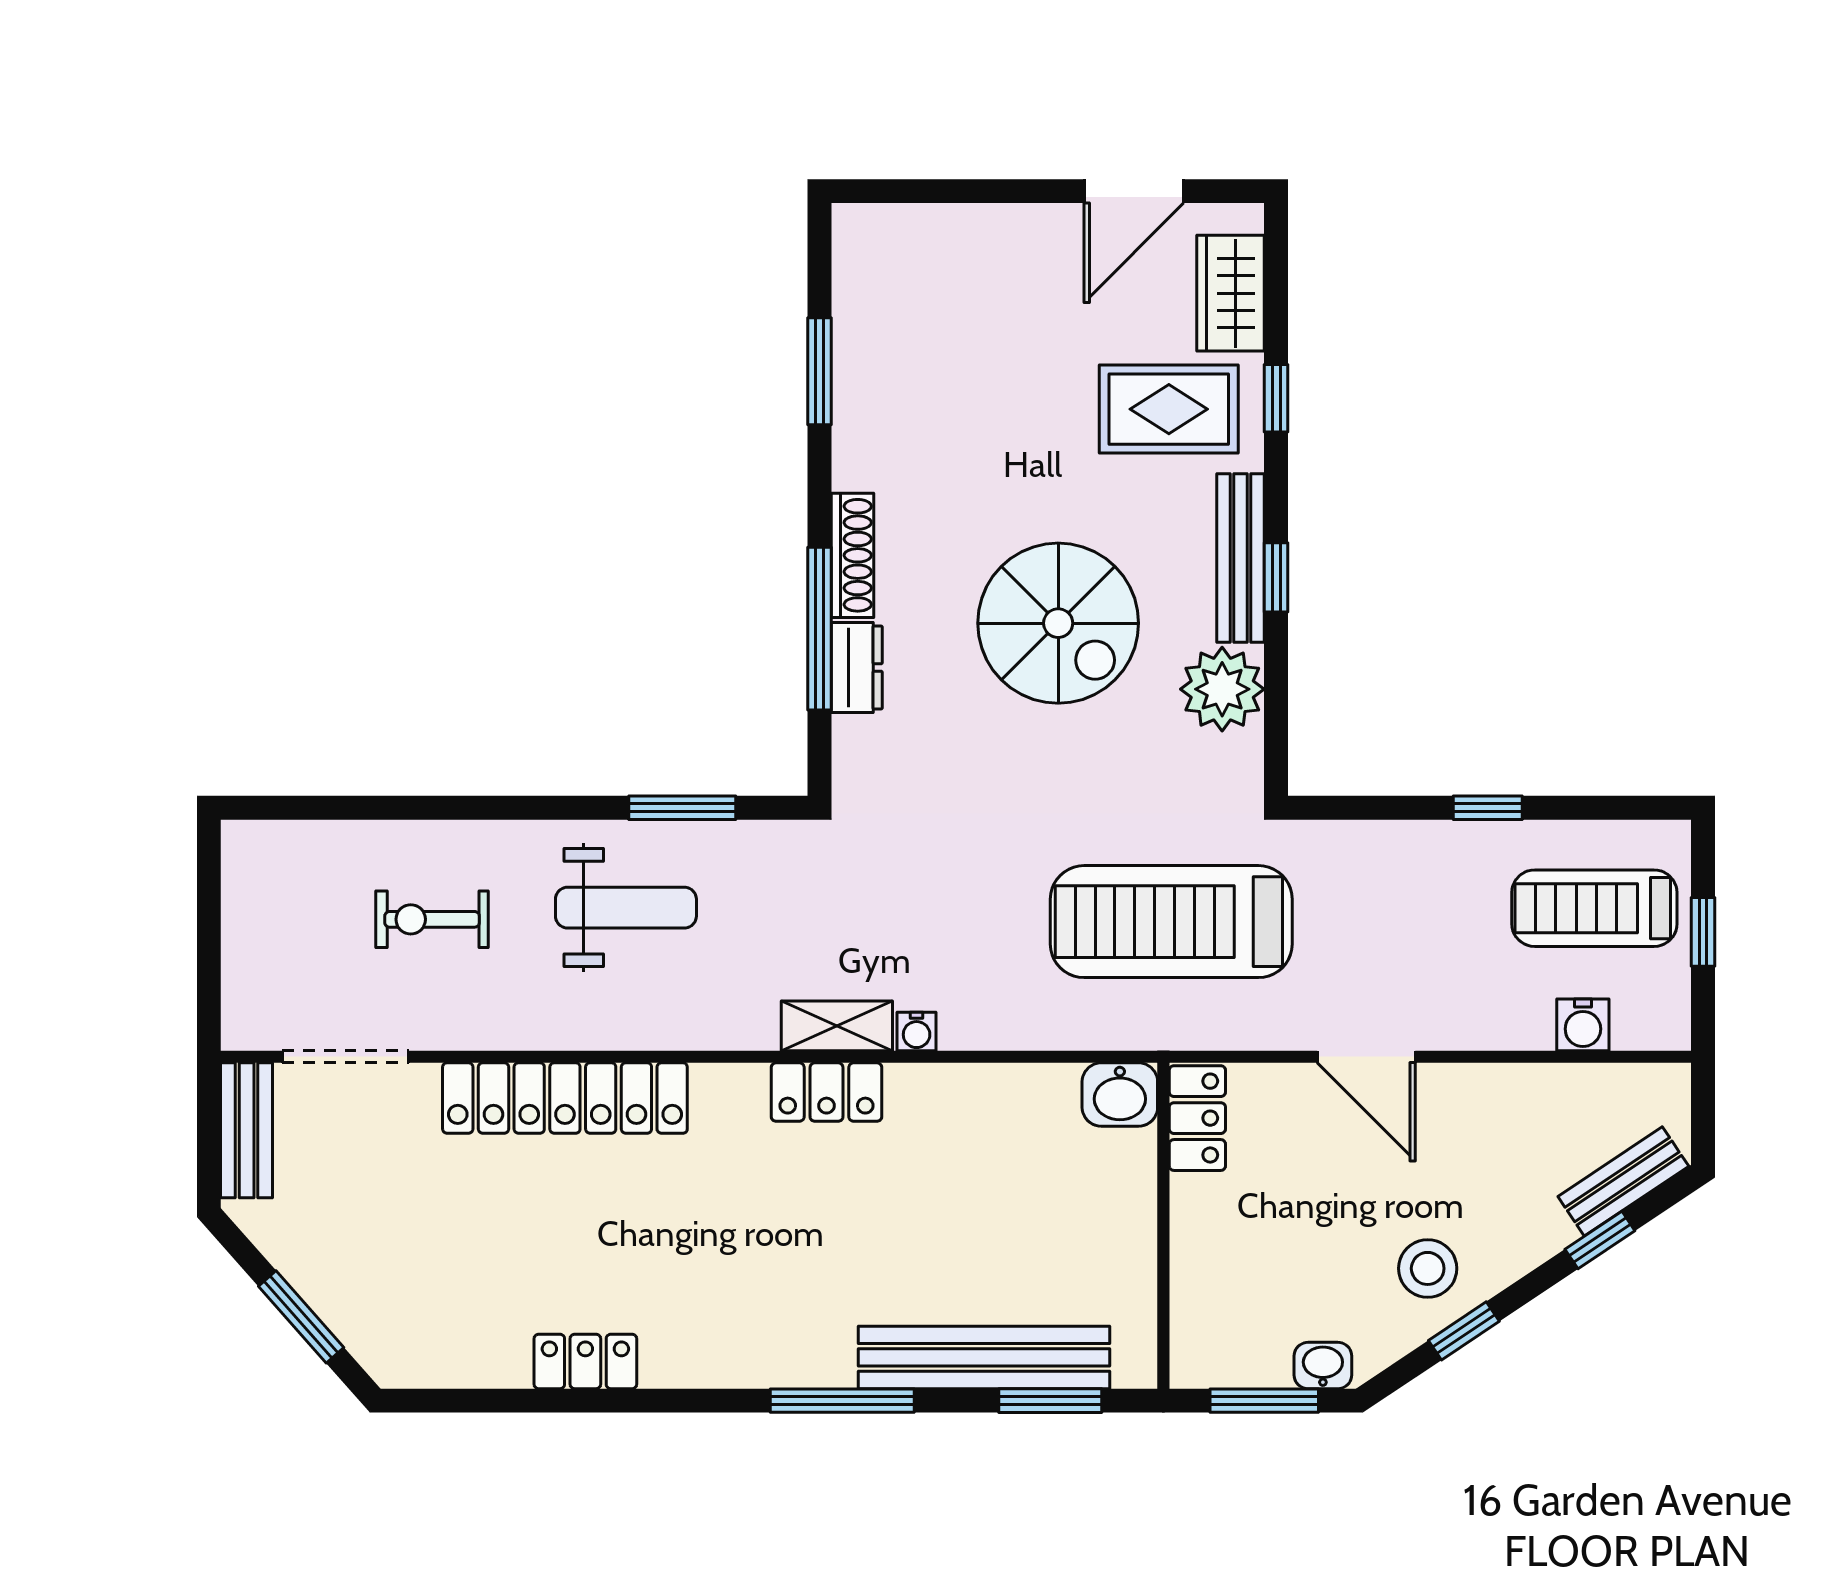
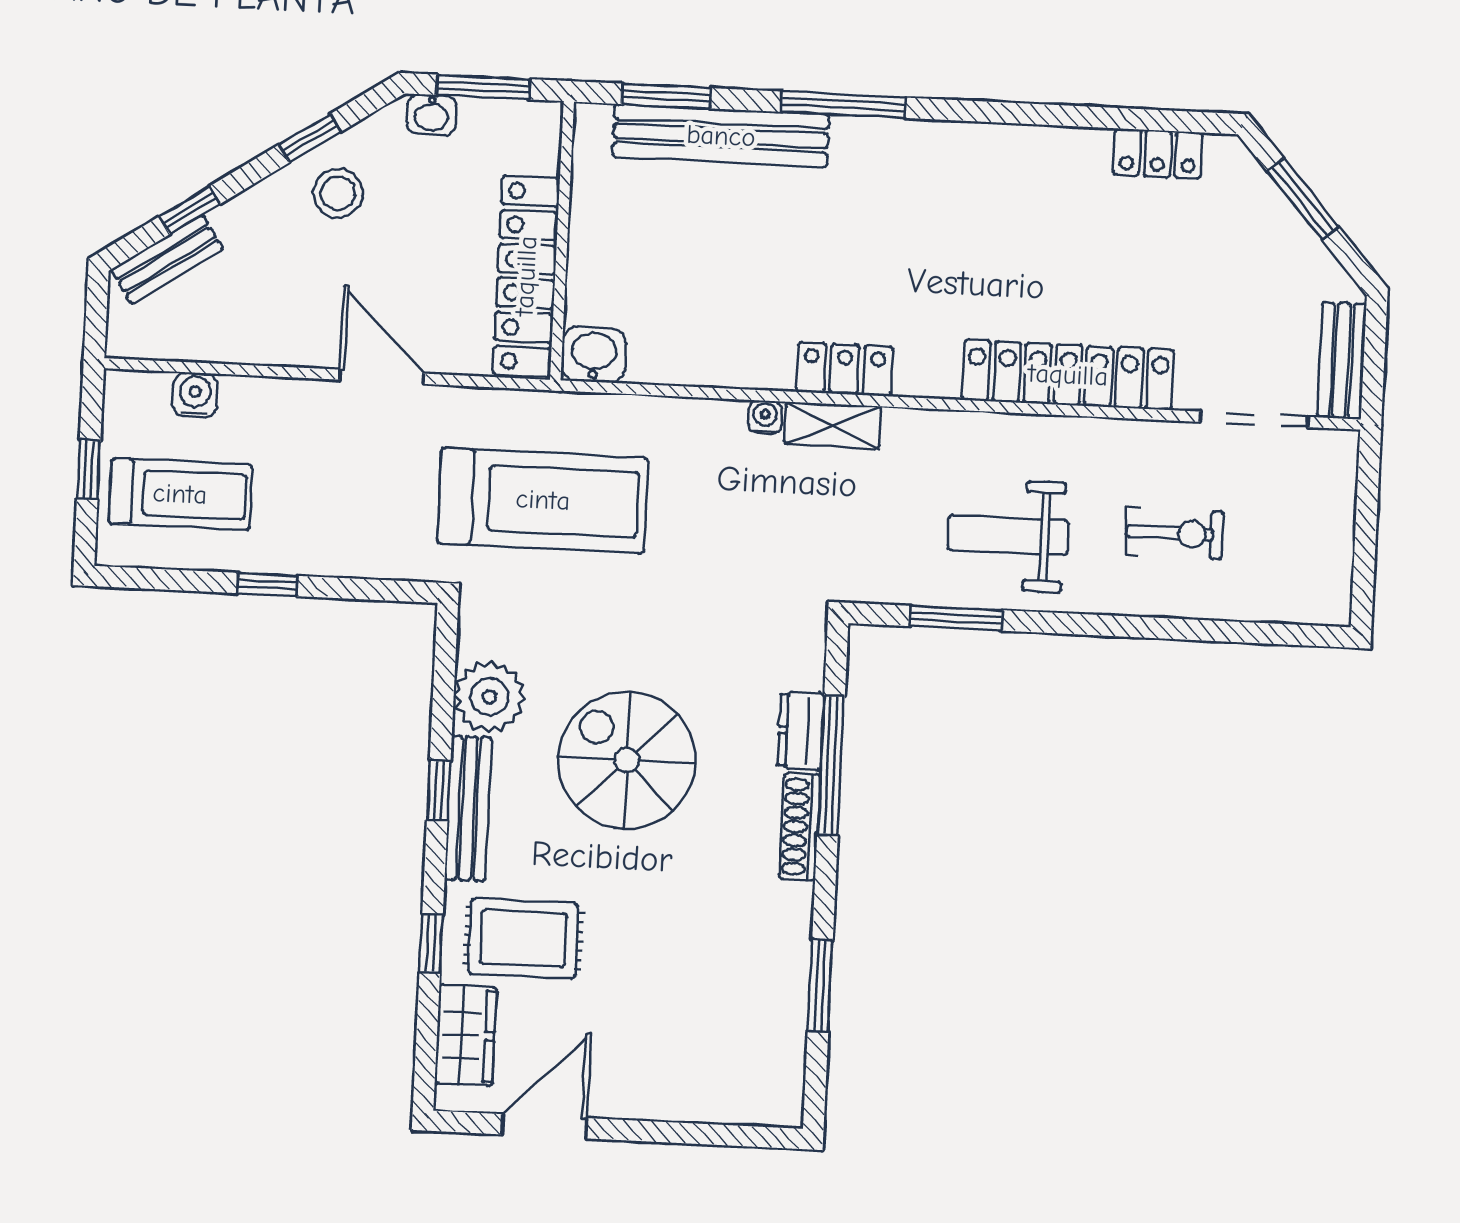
locker: (1197, 1118) -> (526, 276), width x2.16, depth x1.21
locker: (585, 1361) -> (1158, 154), moved

